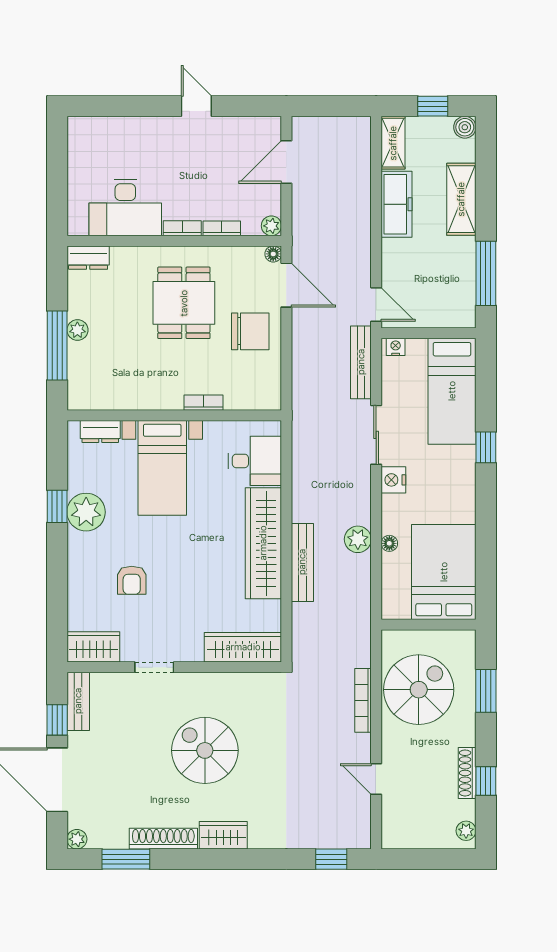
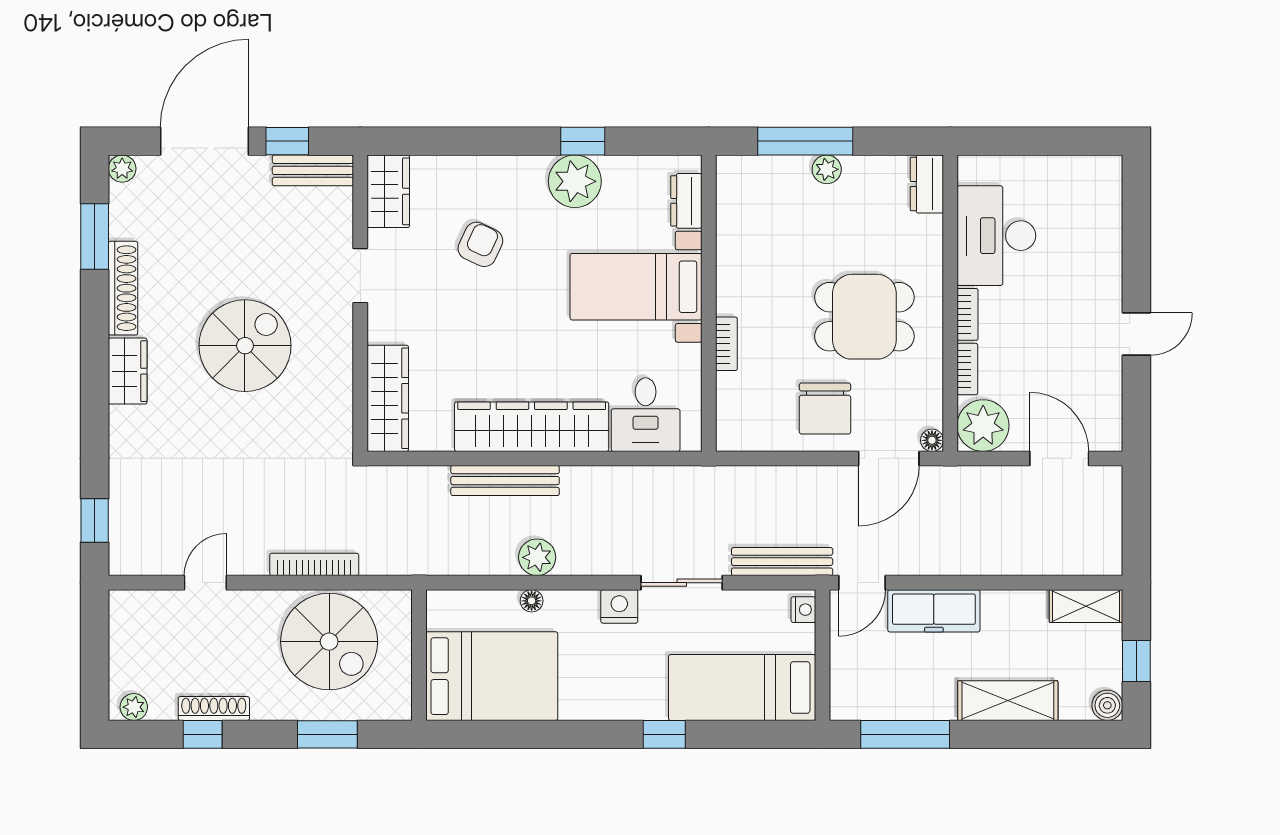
freezer: (397, 204) -> (934, 611), moved
plant: (271, 226) -> (983, 426), width x1.87, depth x1.87
armchair: (132, 580) -> (480, 244), turned 115

